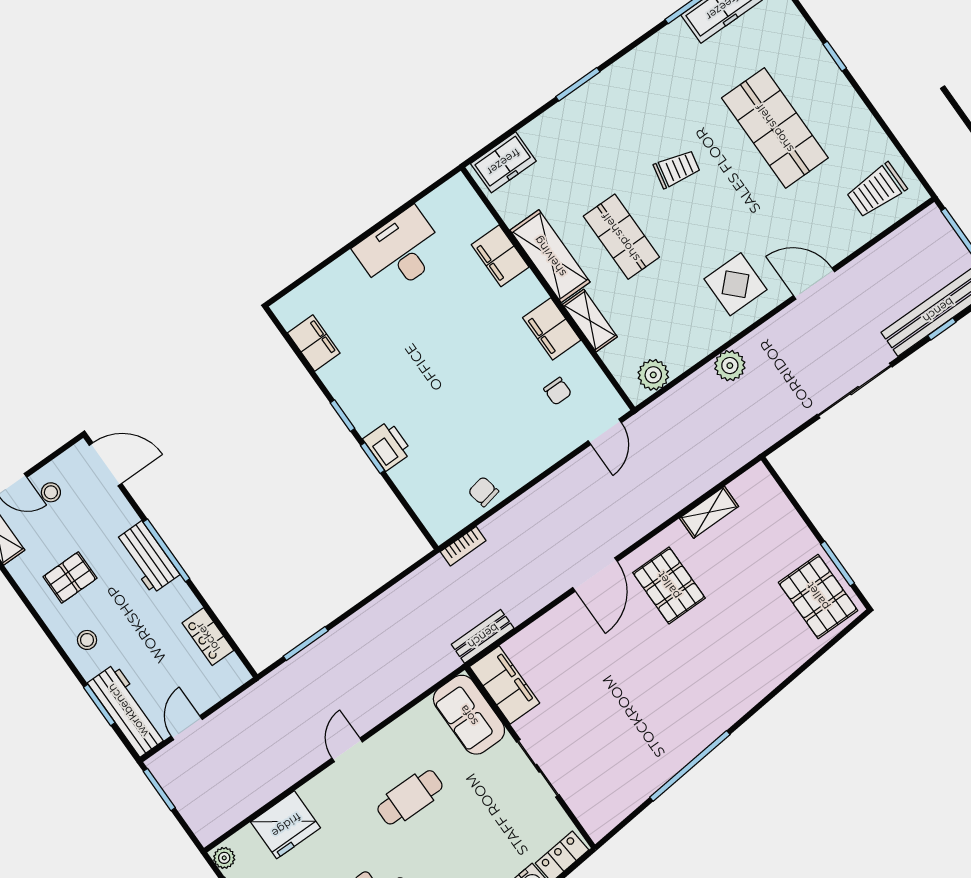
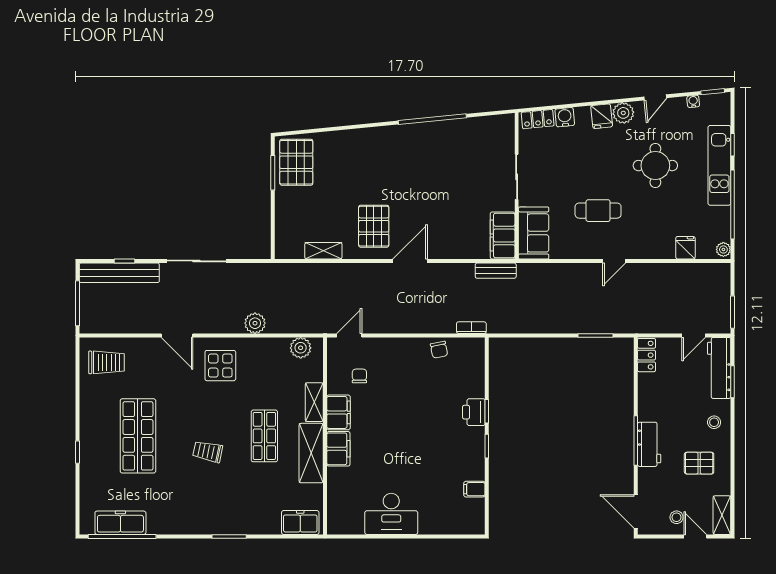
filing cabinet: (500, 256) -> (338, 449), moved
filing cabinet: (314, 343) -> (474, 489), width x0.50
locker: (208, 637) -> (647, 355), moved
fridge: (286, 825) -> (685, 248), width x0.53, depth x0.75

